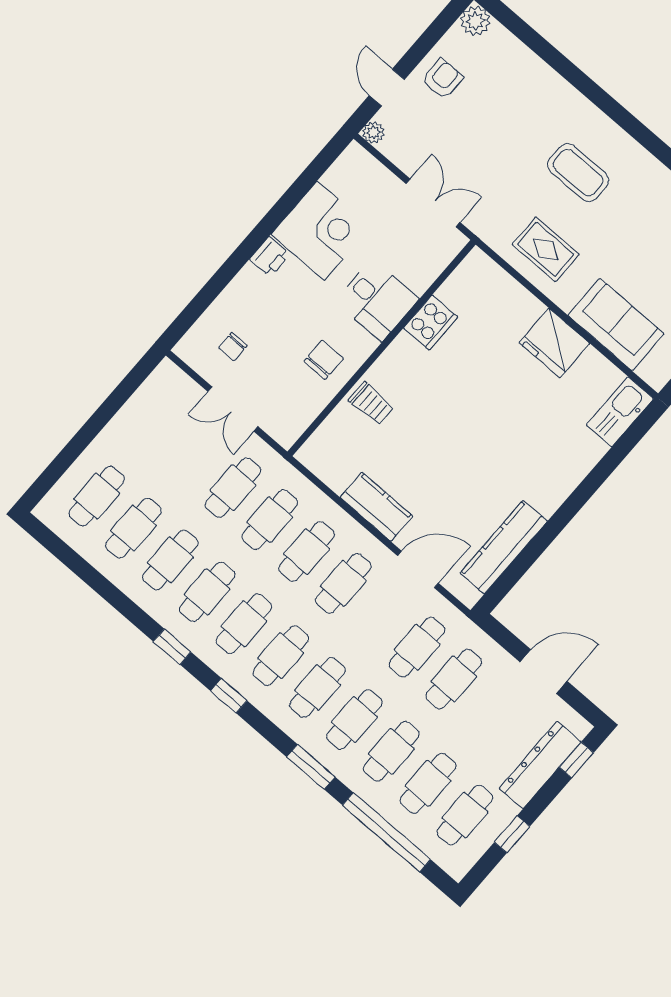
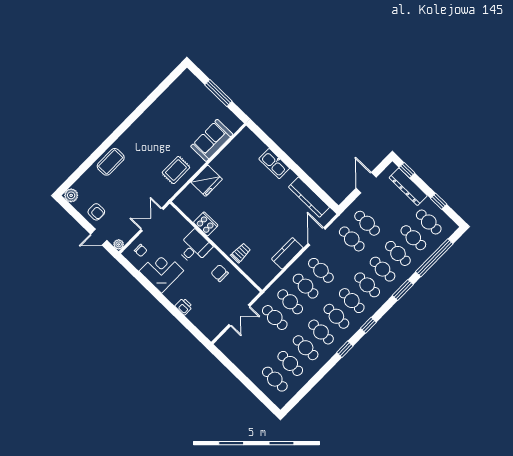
armchair: (442, 79) -> (96, 212), turned 180
coffee table: (578, 173) -> (111, 162), moved
printer: (270, 257) -> (184, 306), moved
fridge: (554, 343) -> (207, 181), moved
chair: (233, 347) -> (141, 250), moved
kitchen sink: (620, 412) -> (274, 164), moved

